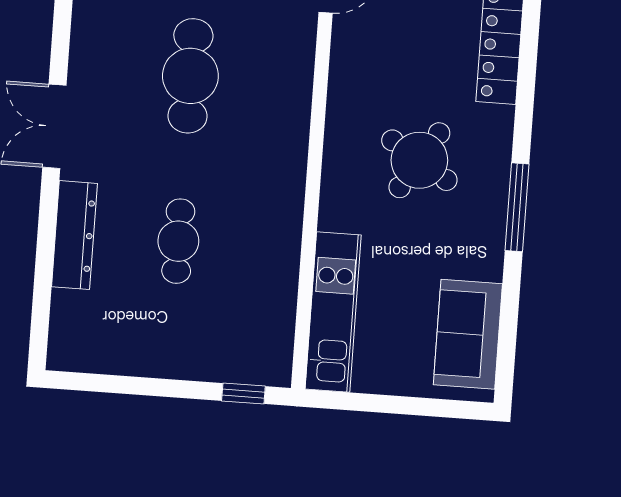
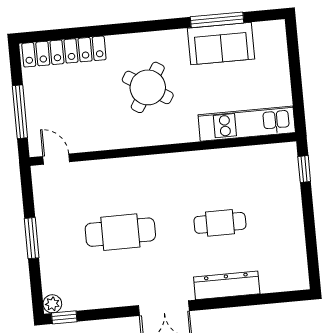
window: (517, 207) -> (217, 20), moved
sofa: (468, 334) -> (221, 44), moved

